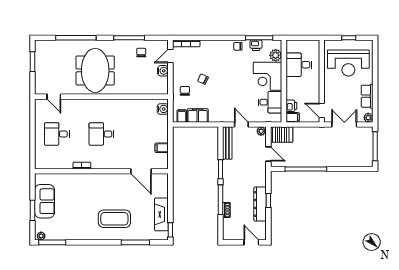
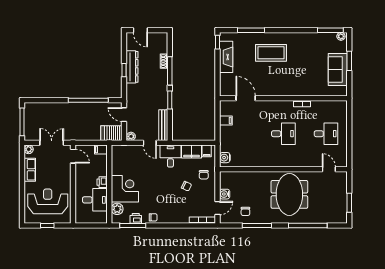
desk: (270, 102) -> (170, 156), moved, turned 90
printer: (291, 106) -> (102, 182), moved
double door: (344, 125) -> (52, 143), swing flipped

